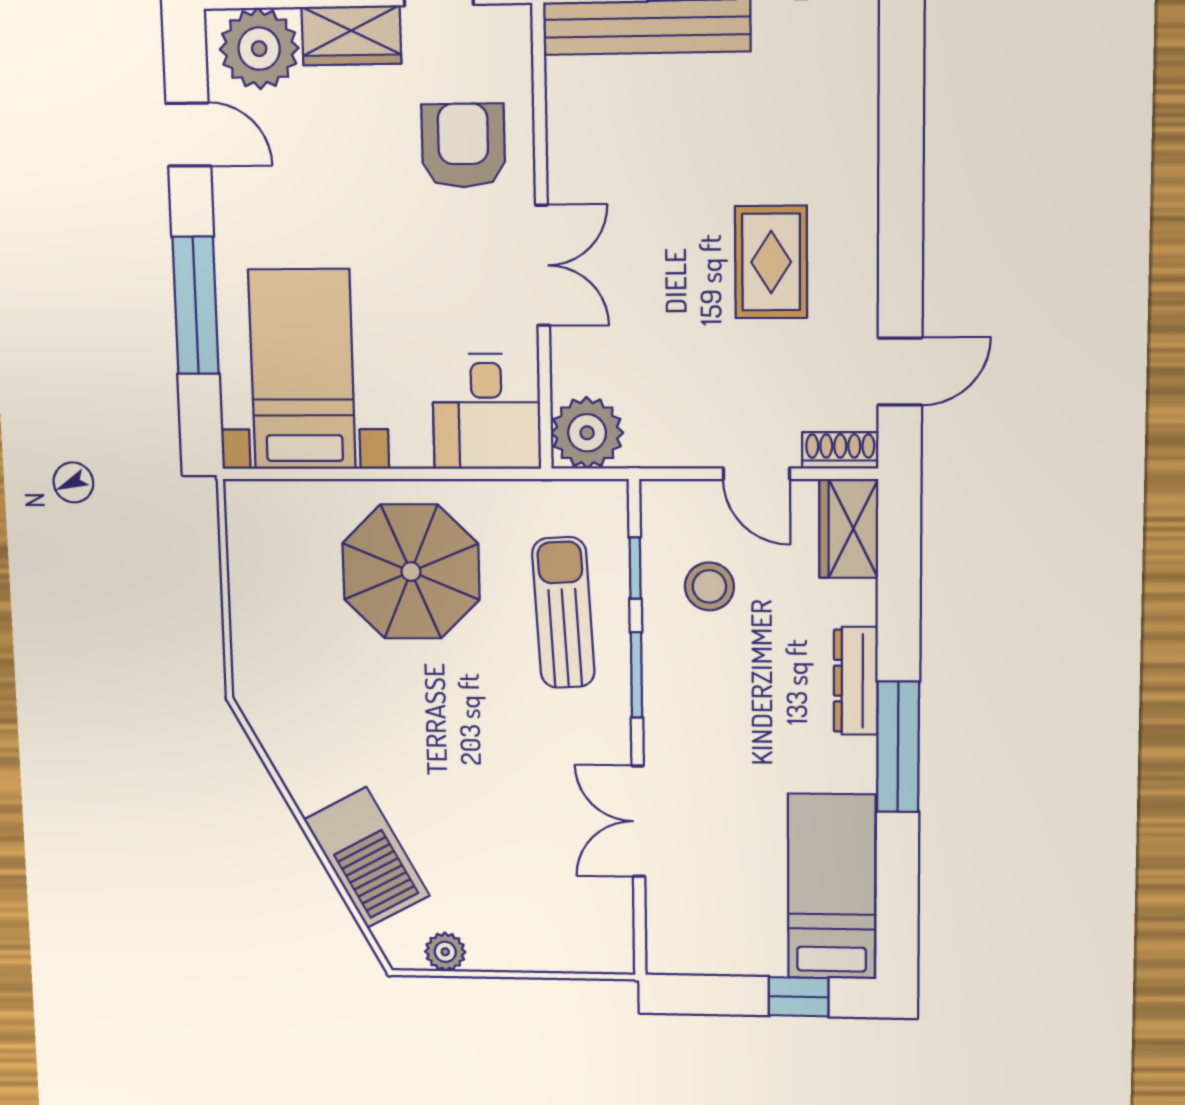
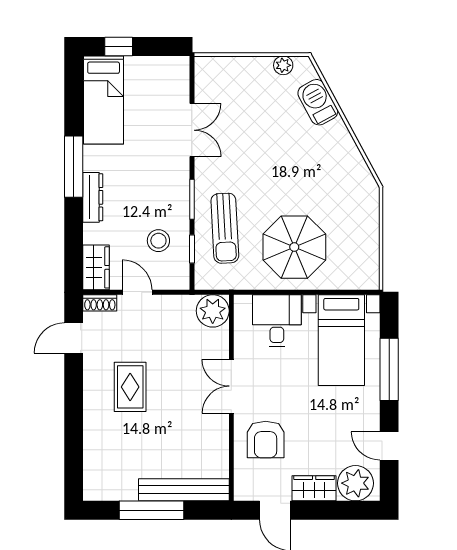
desk: (487, 411) -> (277, 321), moved
barbecue: (367, 858) -> (318, 102), width x0.73, depth x0.83

